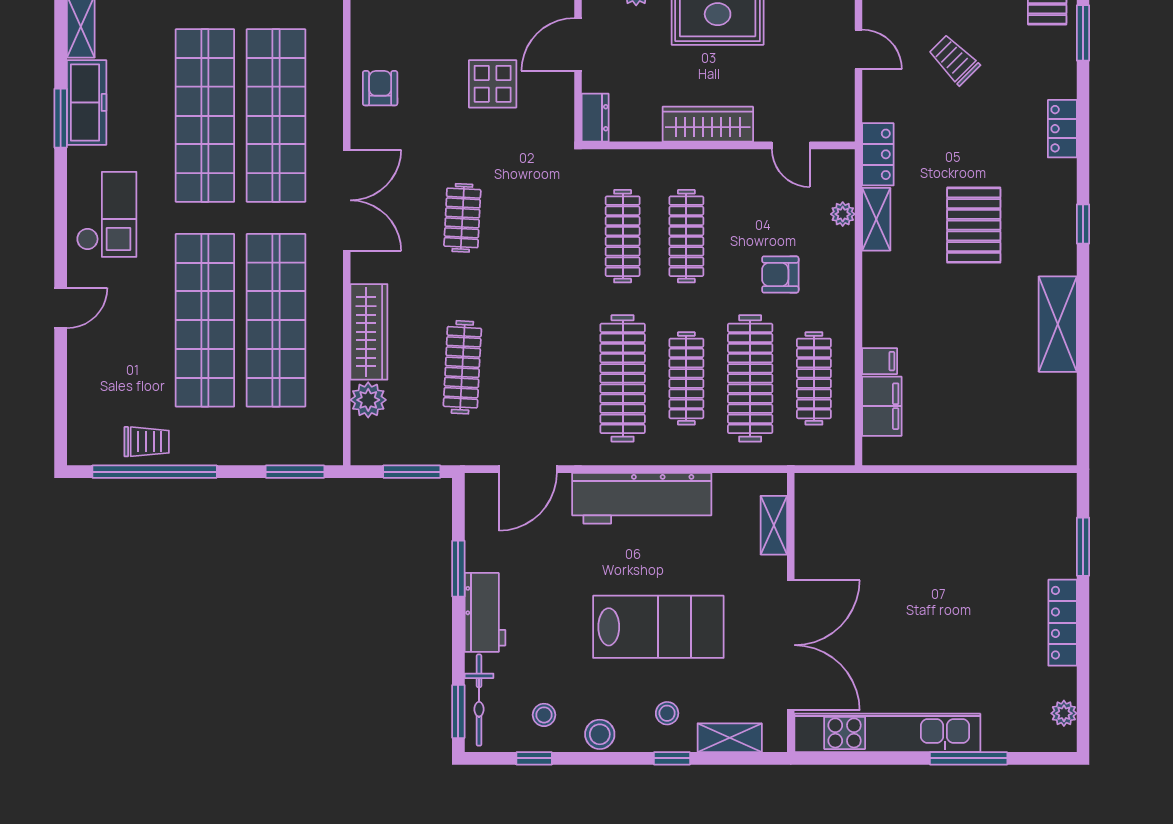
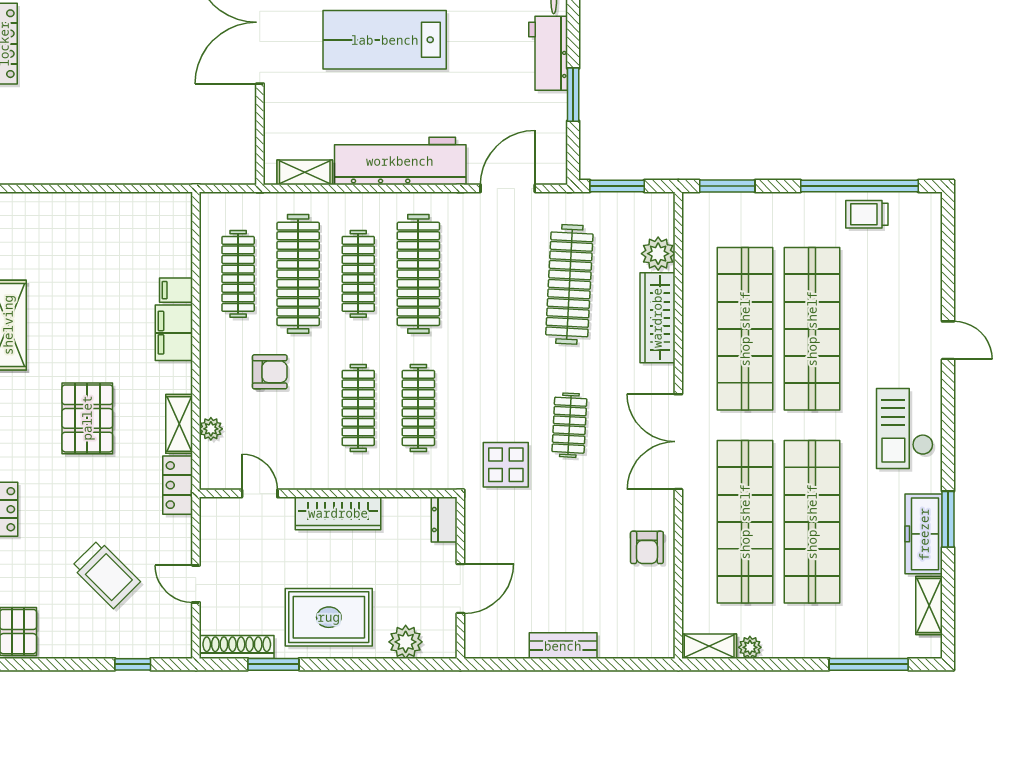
trolley: (954, 60) -> (106, 574), width x1.36, depth x1.39
display table: (493, 84) -> (506, 465), moved
door: (61, 308) -> (948, 340), swing flipped
clothes rail: (462, 367) -> (569, 284), width x1.37, depth x1.31
filing cabinet: (882, 406) -> (174, 333), moved
shelving: (774, 525) -> (305, 172), moved, turned 90

